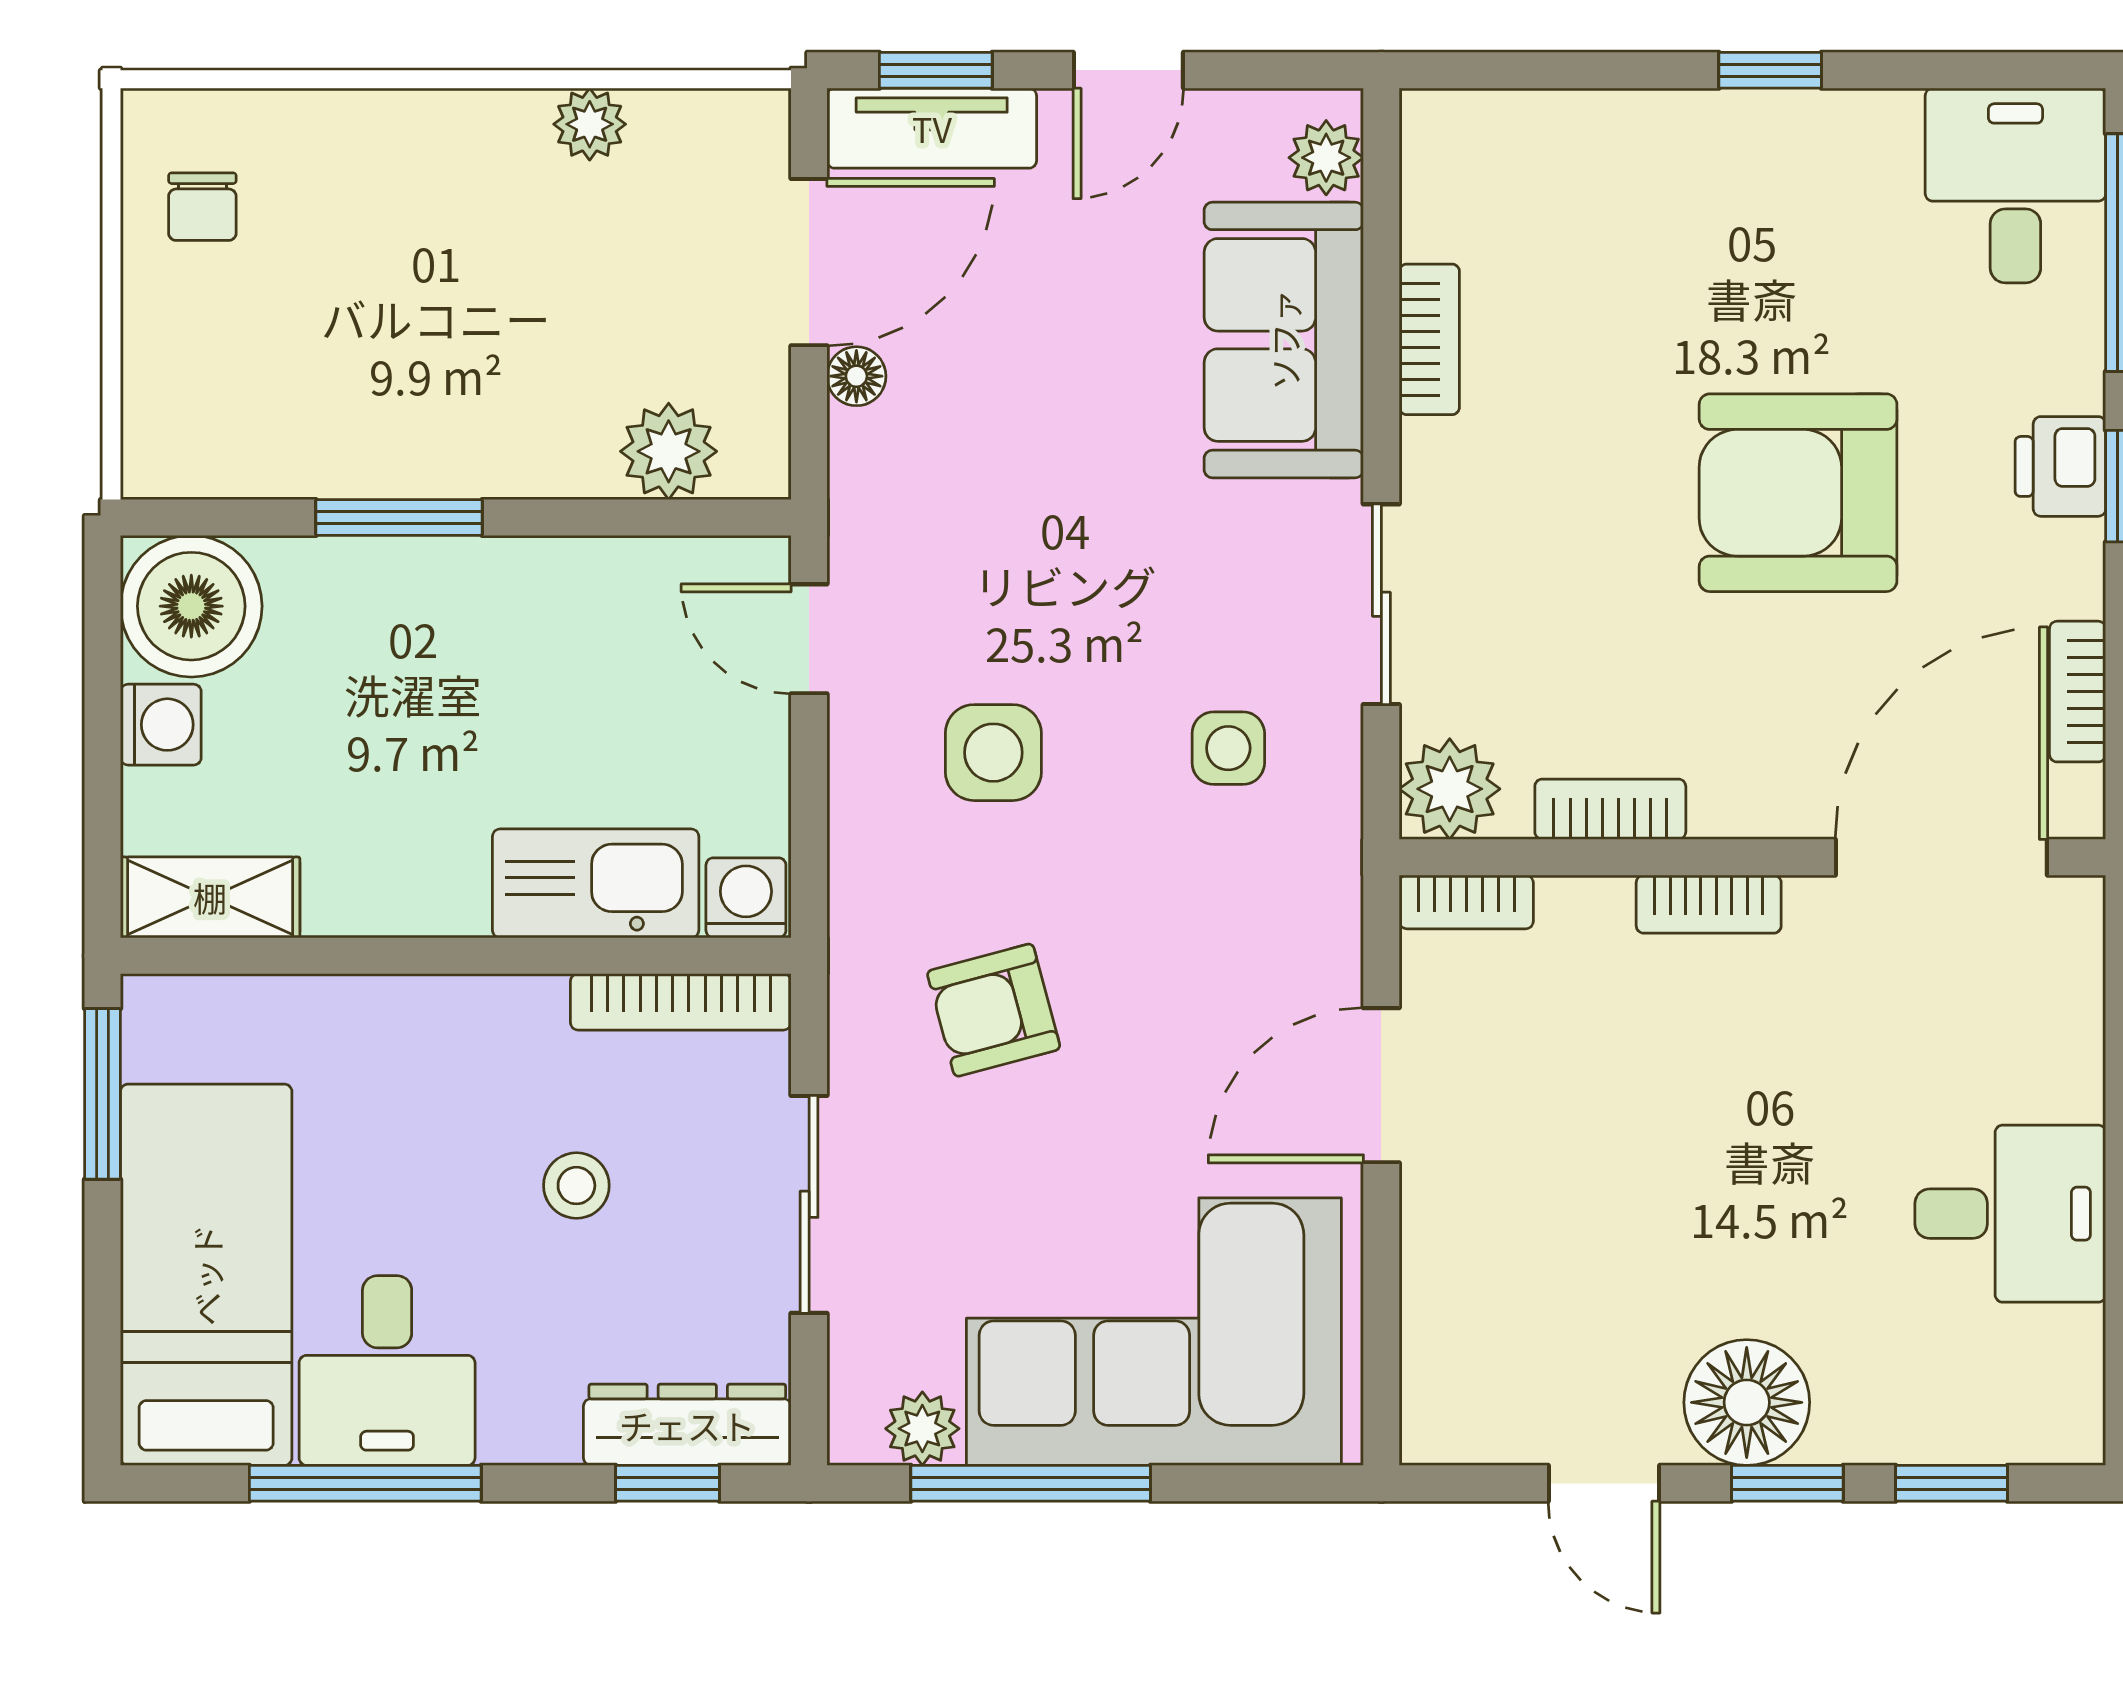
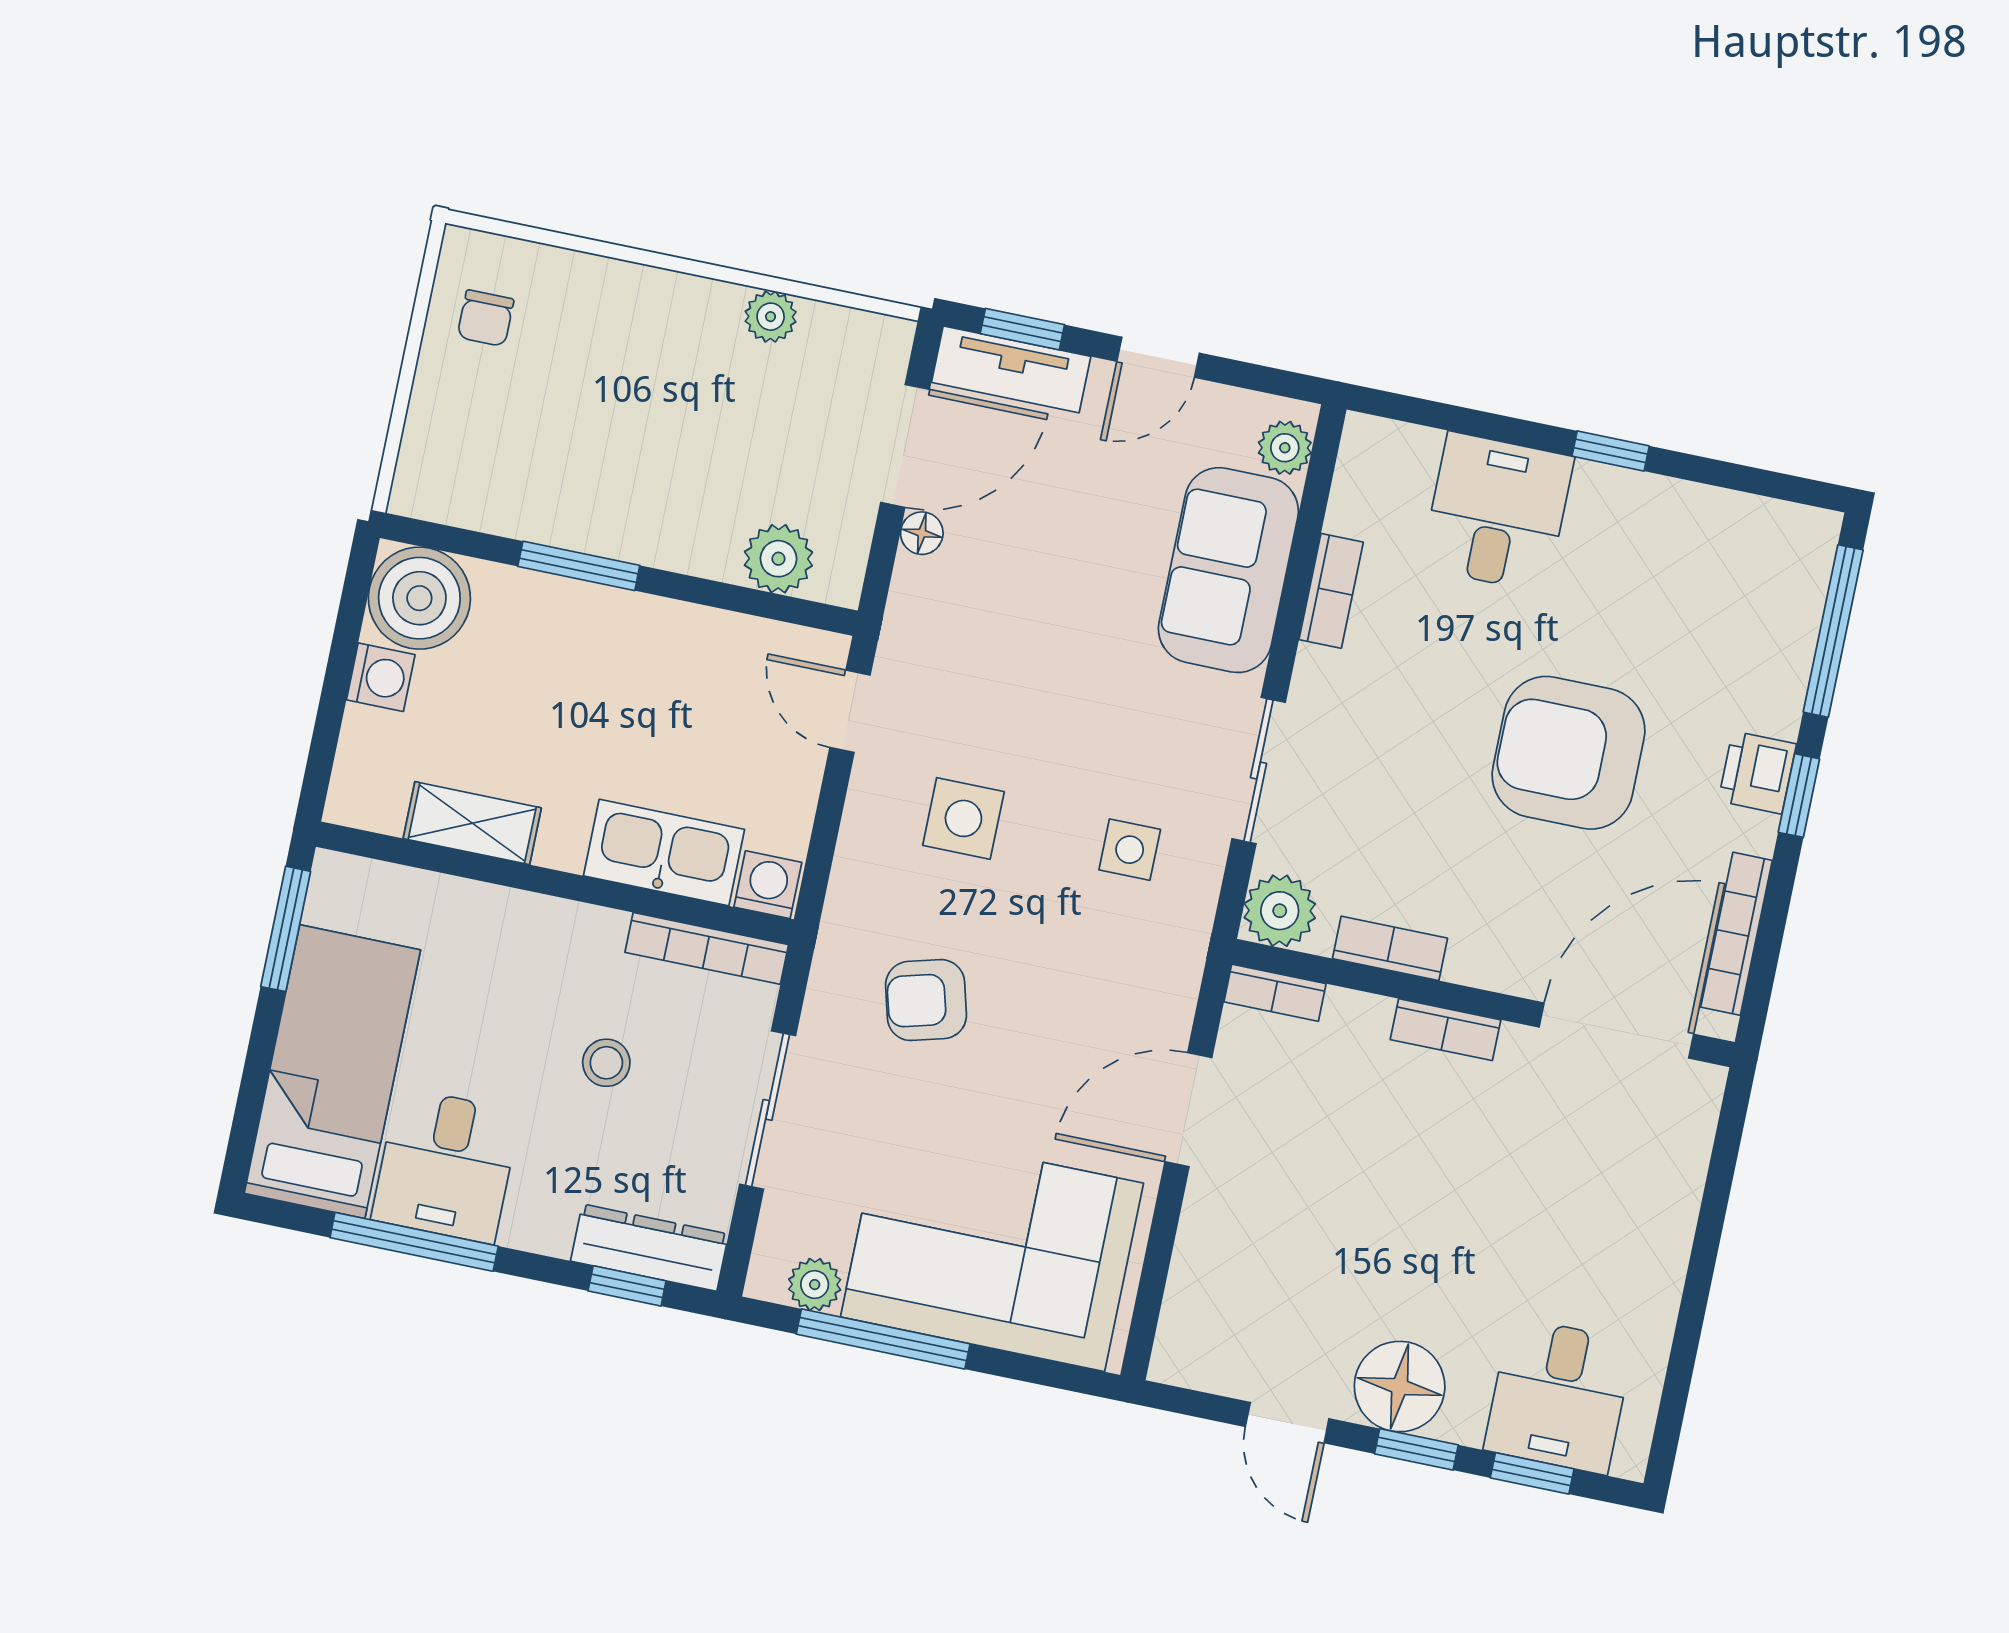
desk: (2015, 186) -> (1497, 512), moved
bookcase: (2078, 692) -> (1737, 934), width x1.56
shelving: (210, 897) -> (472, 823), moved
desk: (2010, 1214) -> (1559, 1396), moved, turned 90

